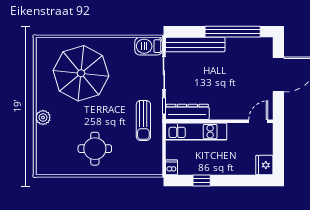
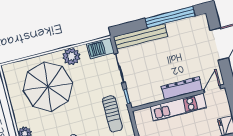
plant: (115, 47) -> (71, 56), added
dresser: (187, 112) -> (182, 88), moved
kitchen unit: (196, 132) -> (178, 107), moved

